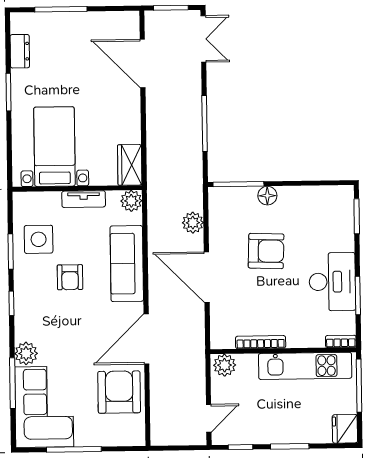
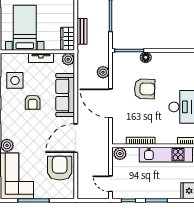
bench: (155, 152) -> (82, 31), added
door: (209, 418) -> (110, 184), swing flipped

